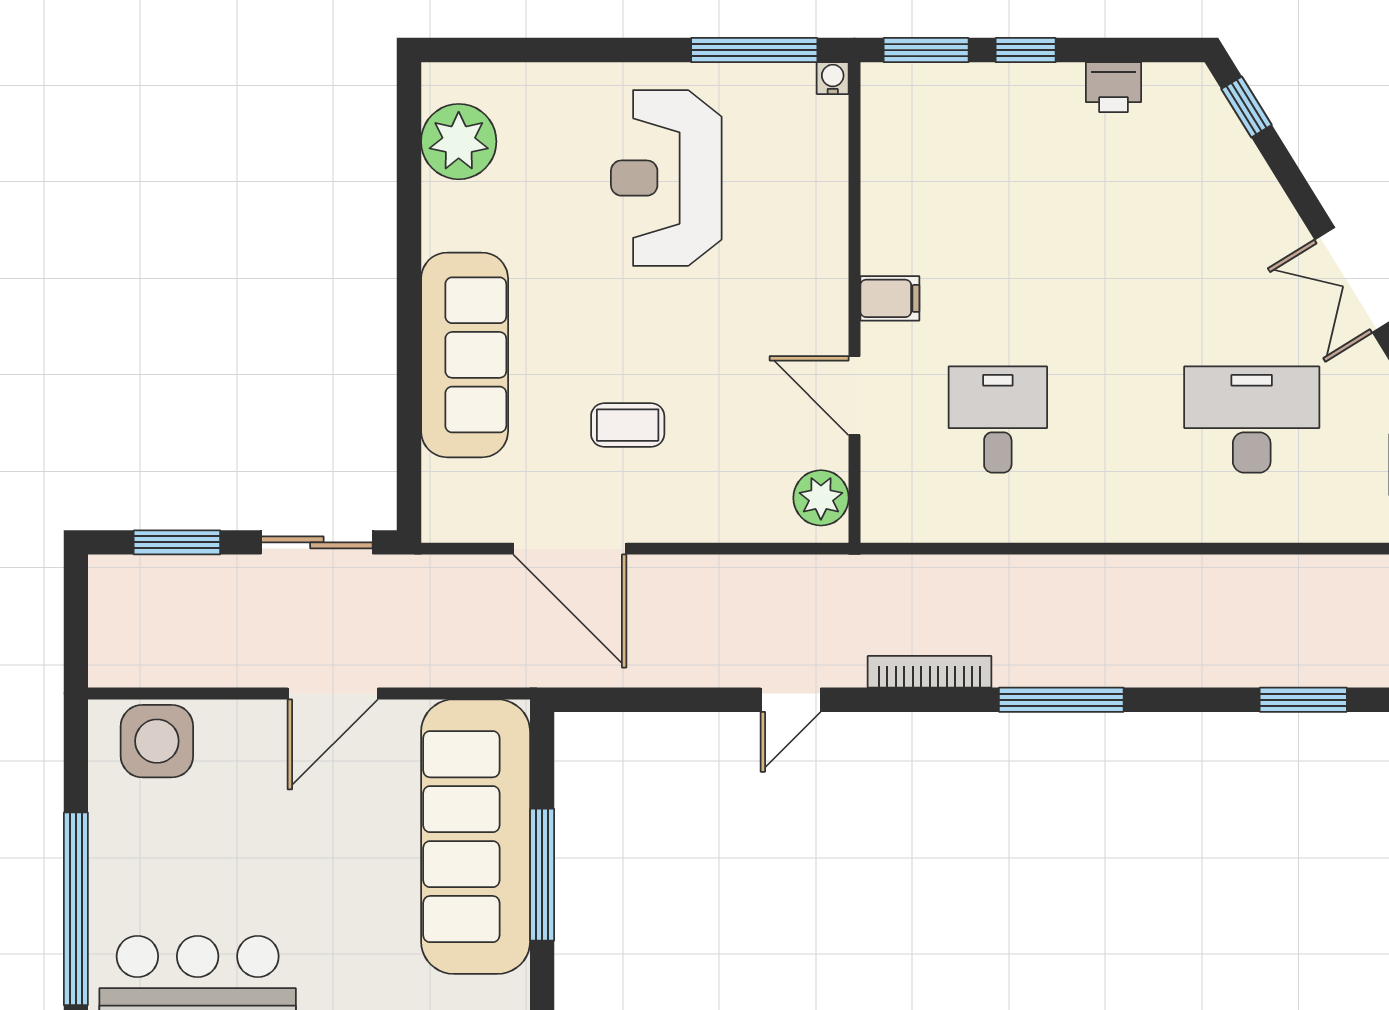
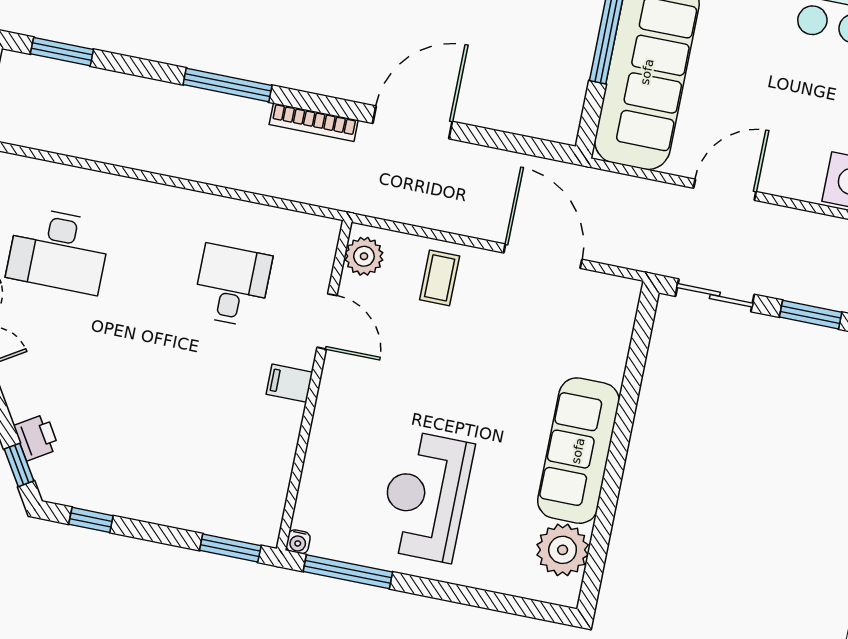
window: (1026, 50) -> (91, 520), moved
printer: (1113, 87) -> (36, 437), moved, turned 58
reception desk: (666, 178) -> (426, 496), turned 180
sofa: (465, 355) -> (578, 451), moved
desk: (998, 420) -> (232, 285), turned 180
coffee table: (628, 425) -> (440, 278), moved, turned 90
door: (791, 700) -> (413, 122), width x1.87

